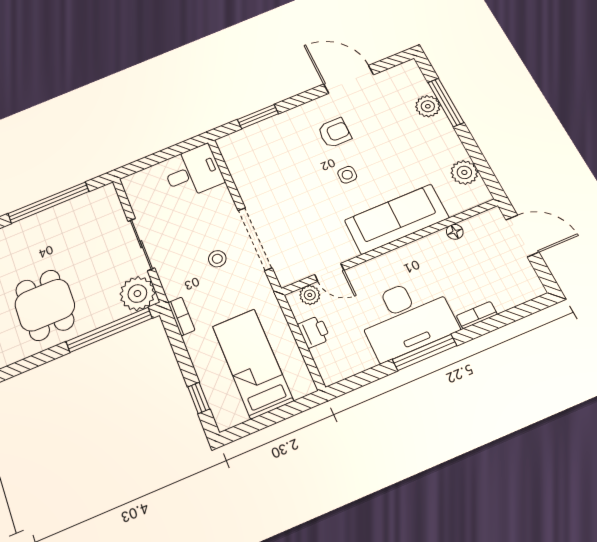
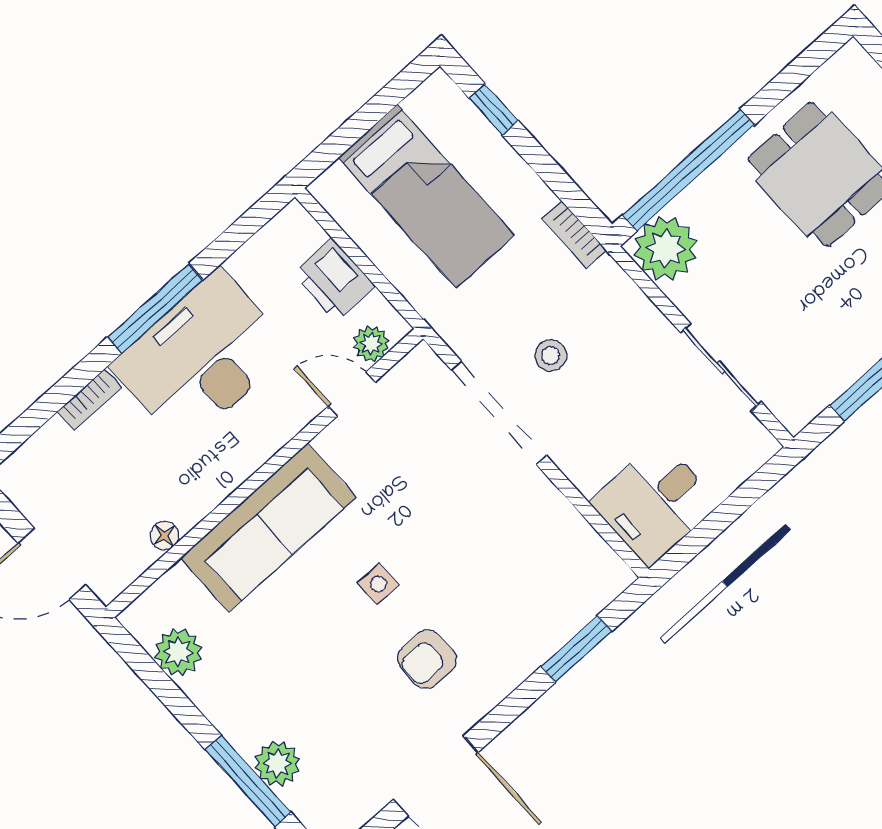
sliding door: (141, 244) -> (721, 367), moved
printer: (314, 332) -> (334, 280), width x1.36, depth x1.24

